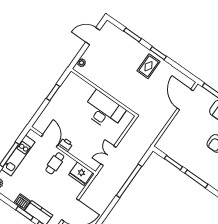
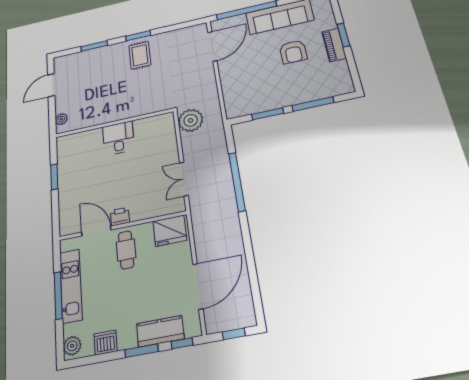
door: (185, 99) -> (212, 46), swing flipped
desk: (104, 111) -> (118, 138), width x0.53, depth x0.77
plant: (138, 129) -> (191, 120), added
dishwasher: (22, 202) -> (106, 342), moved

